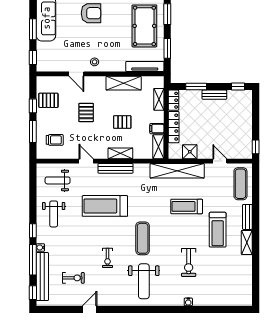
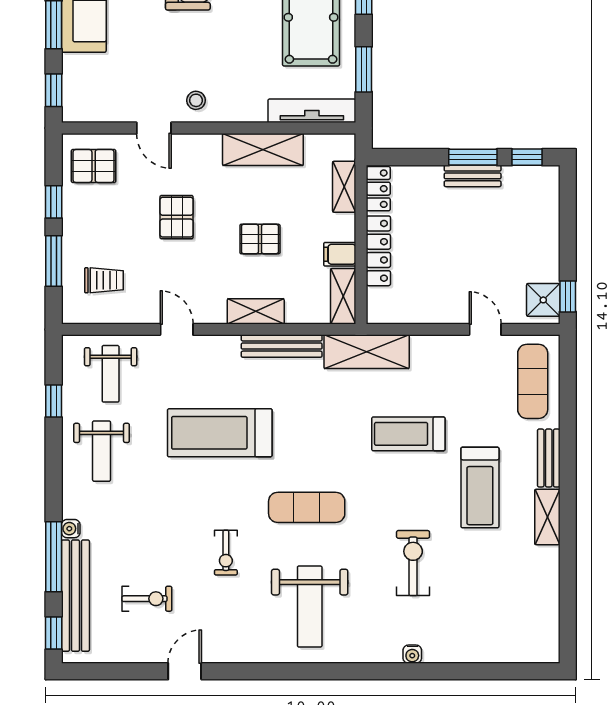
window: (196, 87) -> (473, 157), moved
pallet: (48, 100) -> (94, 166), moved
shower: (190, 152) -> (543, 300), moved
bench: (116, 168) -> (282, 346), moved
shelving: (177, 171) -> (367, 352), width x0.68
weight bench: (58, 180) -> (111, 374), turned -90
window: (33, 231) -> (54, 401), moved
exercise mat: (143, 238) -> (307, 507), turned 90
exercise bike: (189, 262) -> (413, 563), turned 180

